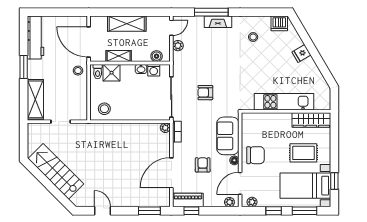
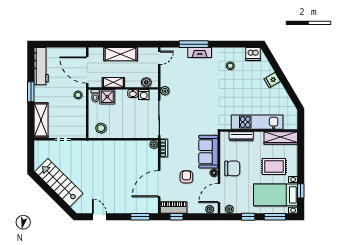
plant: (178, 46) -> (165, 91), moved
armchair: (205, 93) -> (189, 114), removed
dresser: (266, 118) -> (241, 136), added

